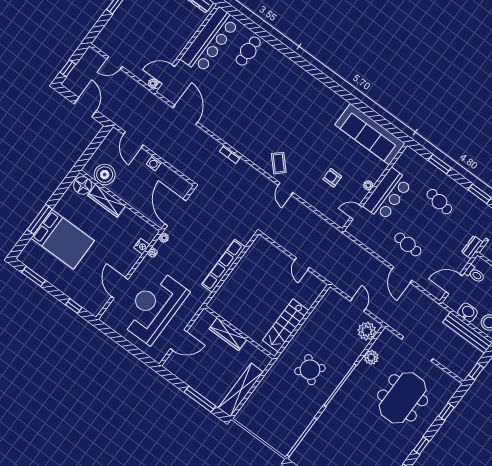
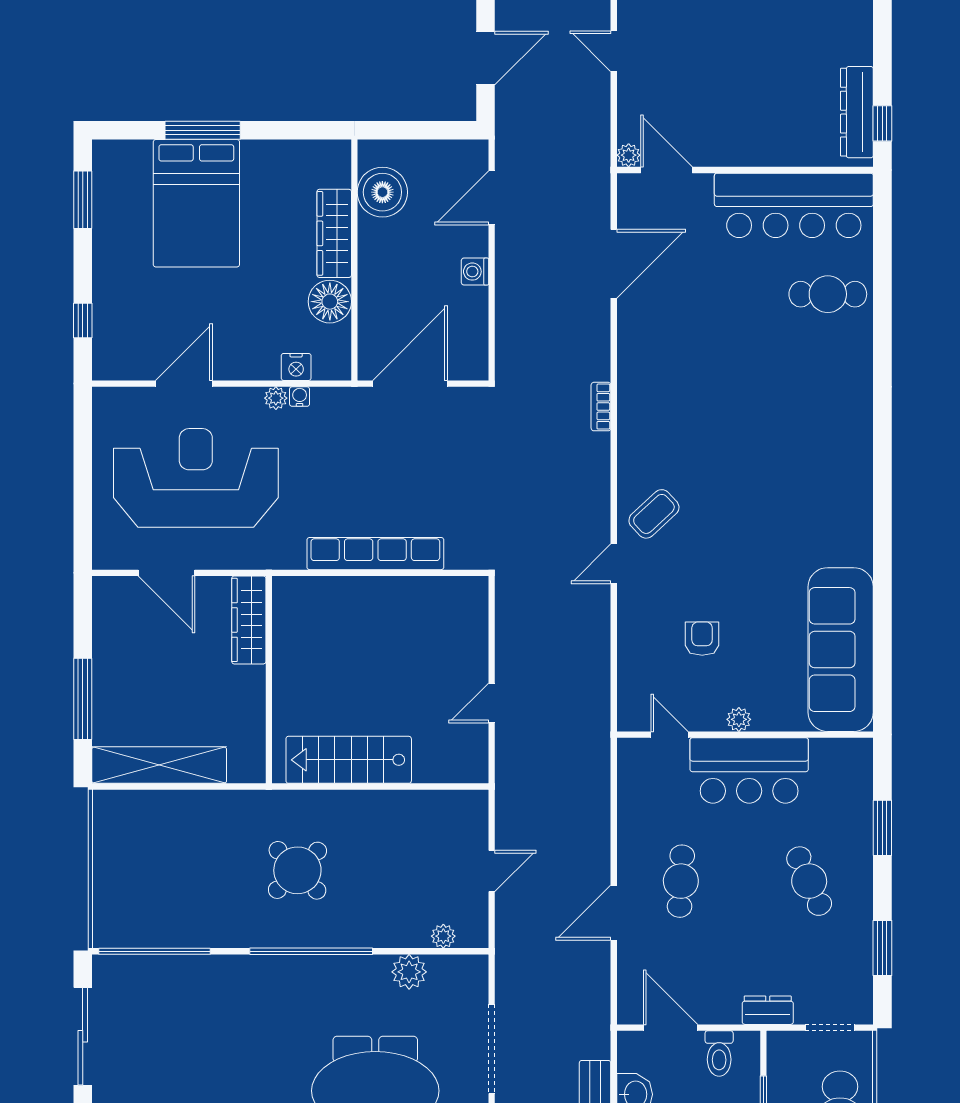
floor lamp: (83, 185) -> (330, 302), moved
cafe table: (439, 202) -> (809, 881), turned -33
plant: (164, 238) -> (276, 398), moved
plant: (367, 331) -> (443, 936), width x0.53, depth x0.53
wardrobe: (228, 334) -> (249, 620), moved

